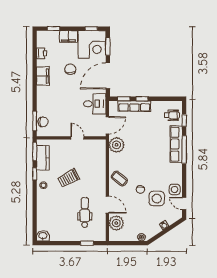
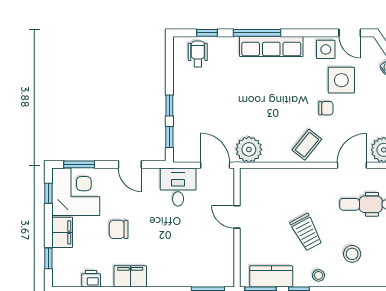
door: (108, 76) -> (130, 164), width x0.53
row of seats: (134, 106) -> (182, 119), removed
chair: (43, 122) -> (209, 276), removed
door: (77, 138) -> (237, 217), hinge flipped
row of seats: (176, 144) -> (271, 47), moved
door: (184, 203) -> (350, 33), hinge flipped
stool: (56, 205) -> (352, 254), added

